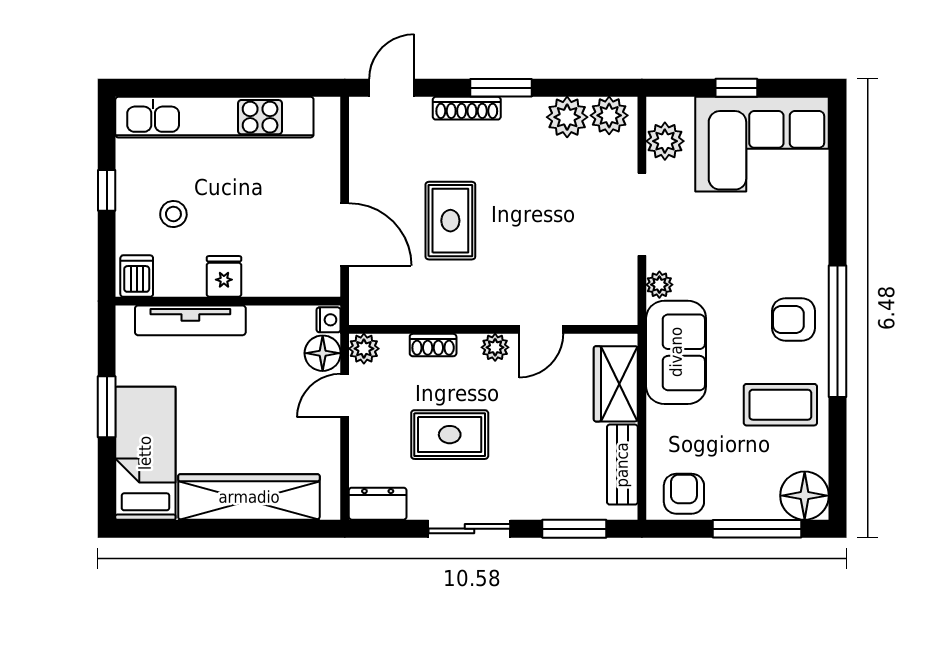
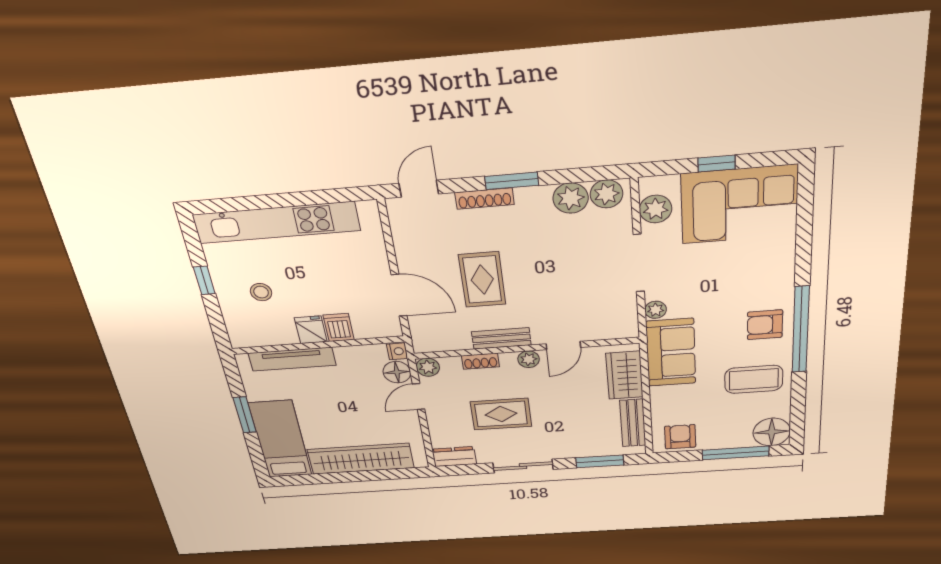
dishwasher: (137, 276) -> (339, 327), moved
bench: (464, 311) -> (501, 338), added

